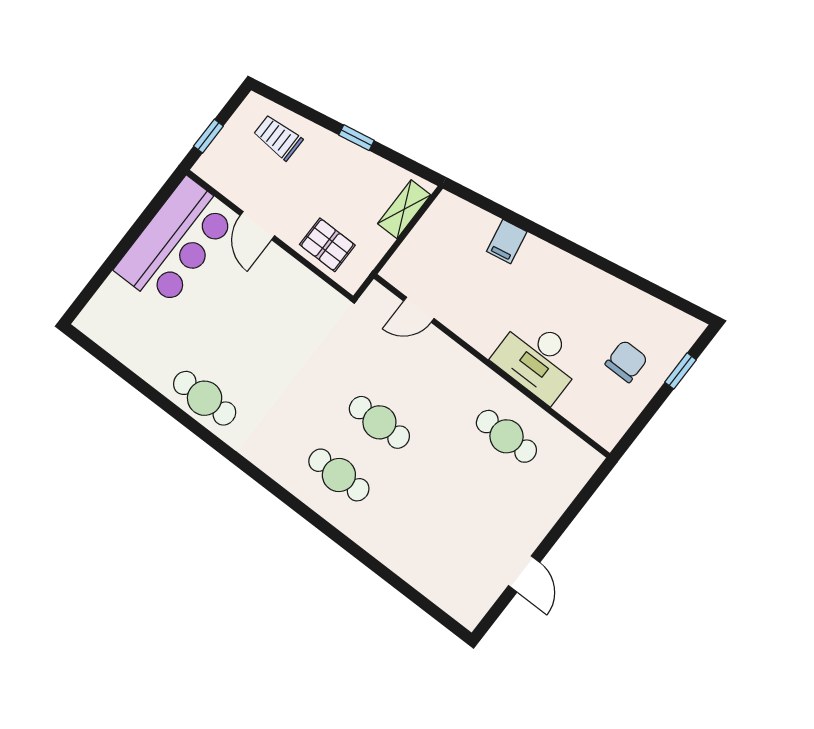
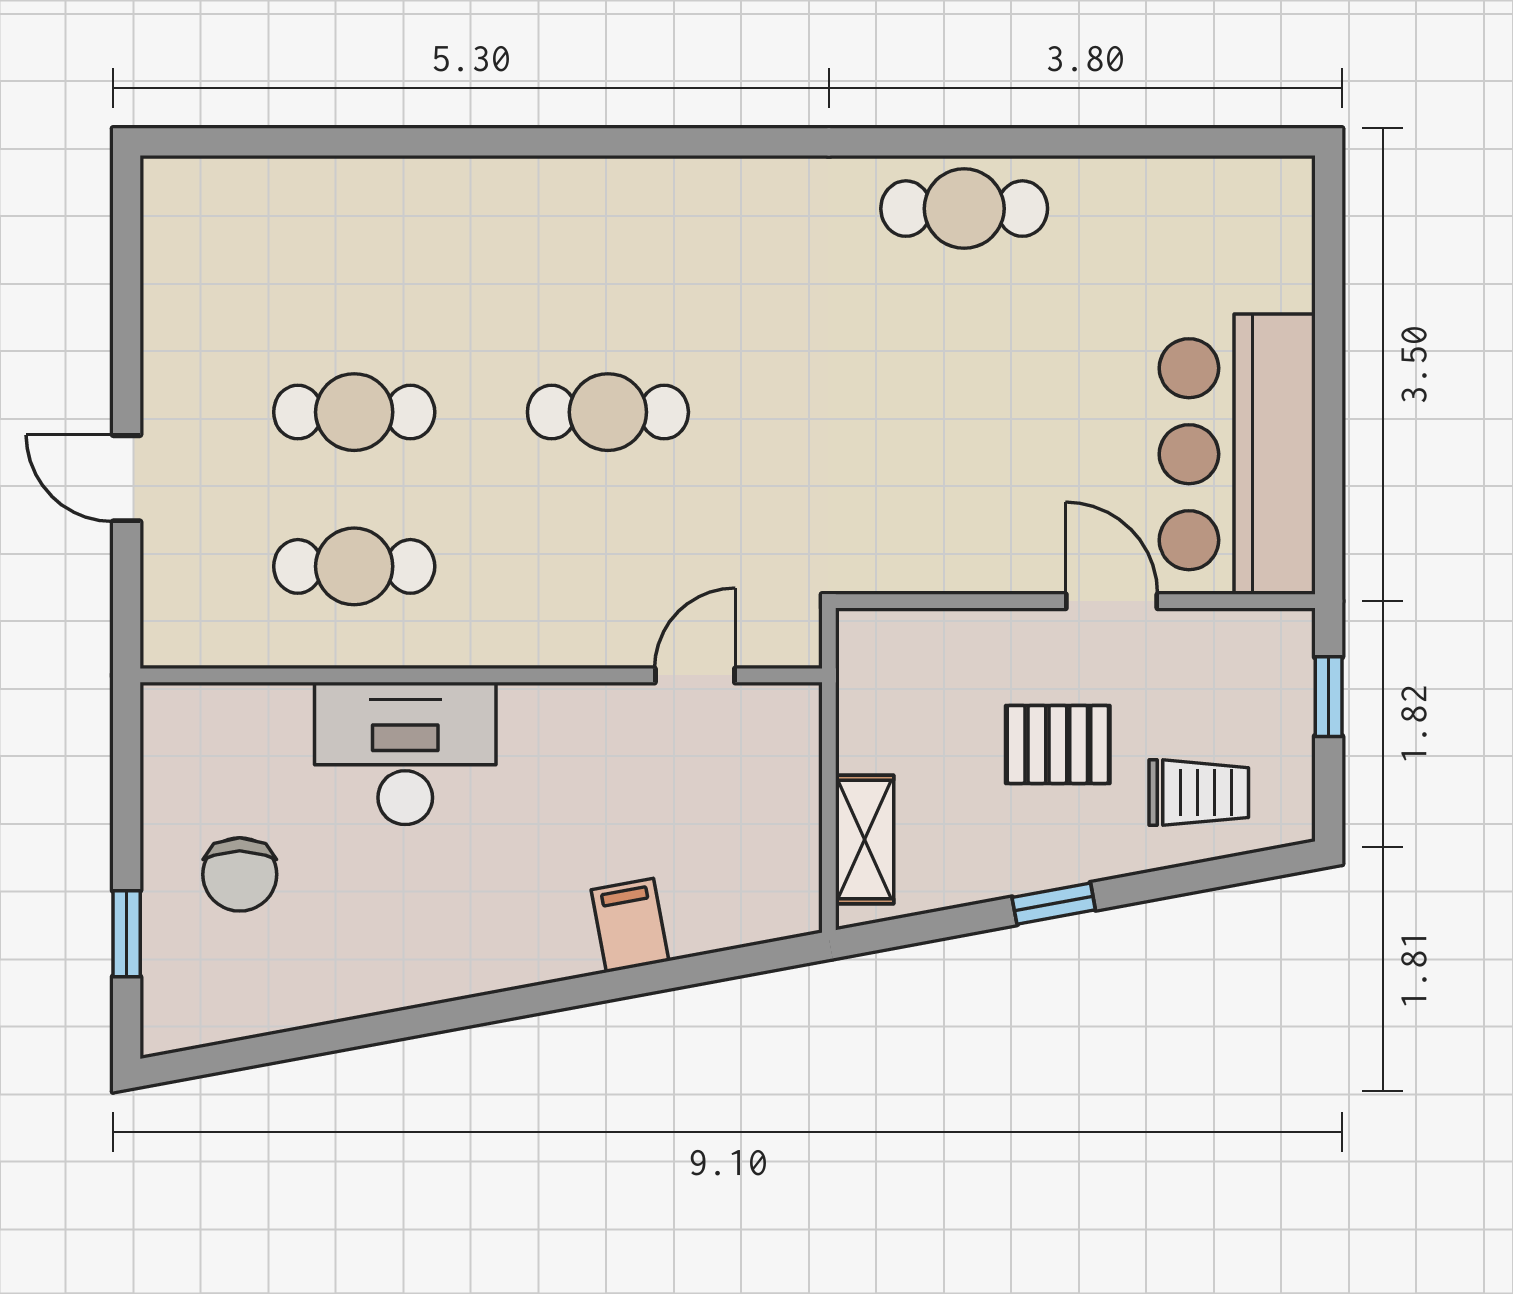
pallet: (327, 245) -> (1058, 744), moved
cafe table: (339, 475) -> (354, 412), moved
door: (524, 574) -> (127, 478), moved

